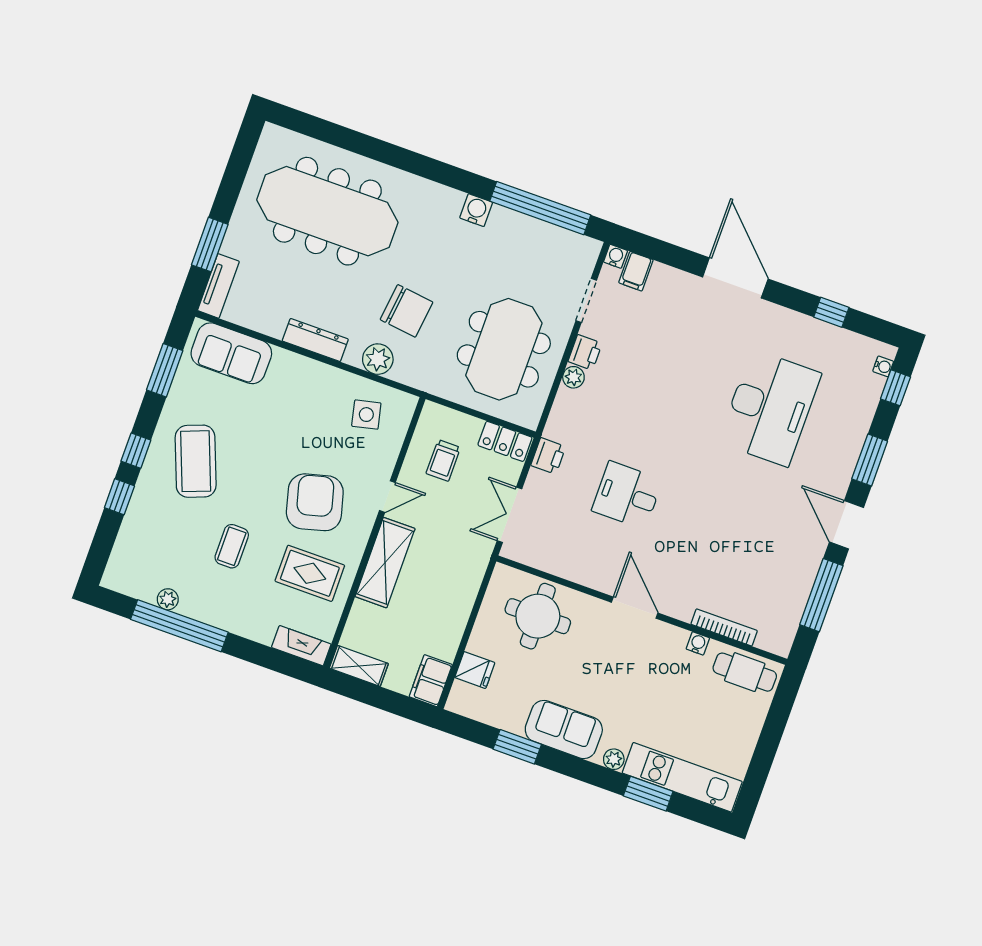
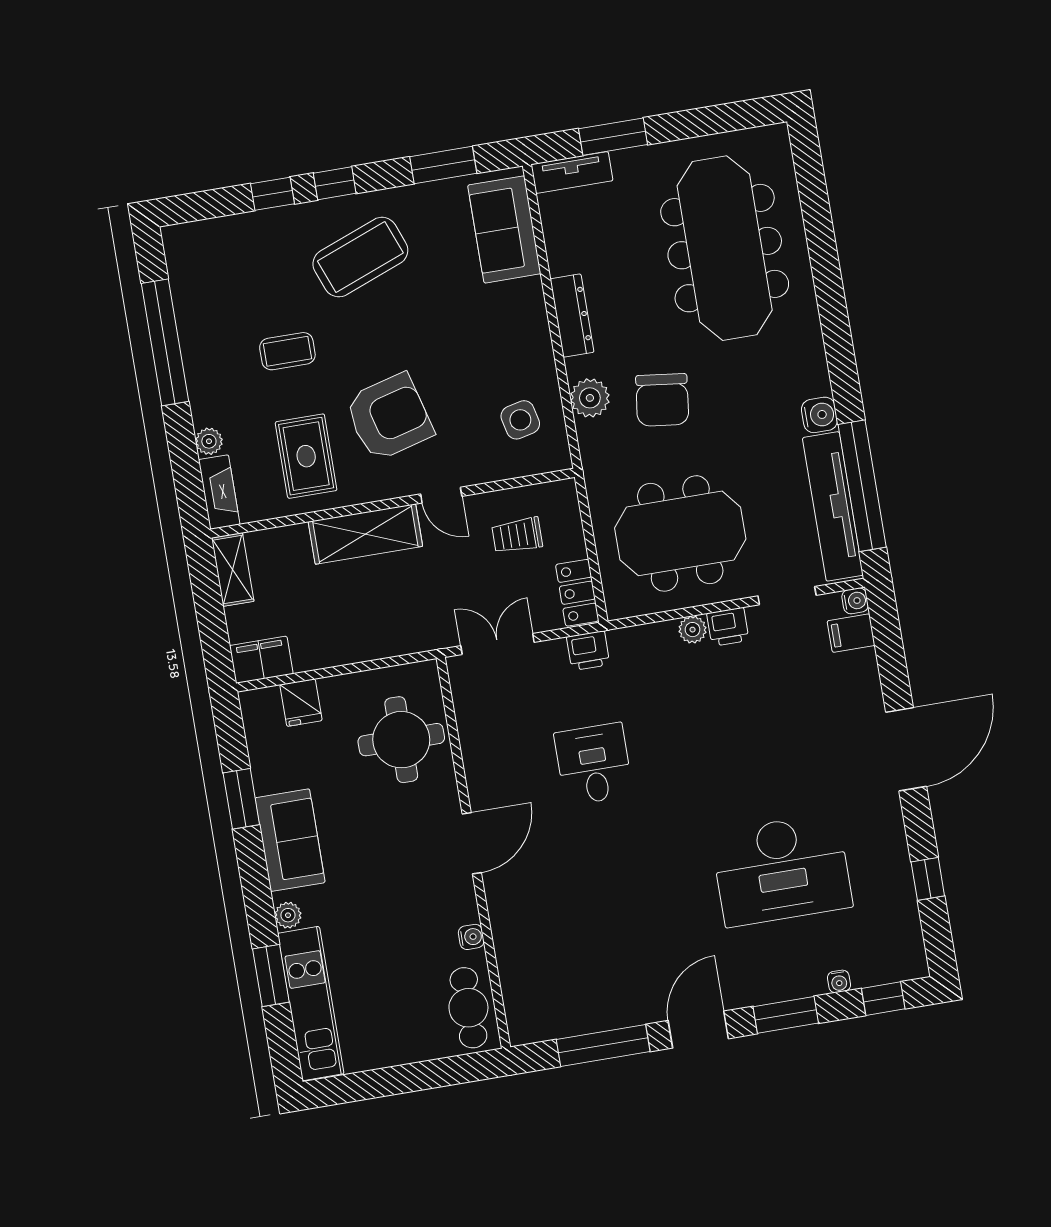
tv unit: (543, 236) -> (833, 506), added
water cooler: (883, 366) -> (839, 981), moved
plant: (168, 599) -> (209, 441), moved
bookcase: (724, 627) -> (506, 956), removed

